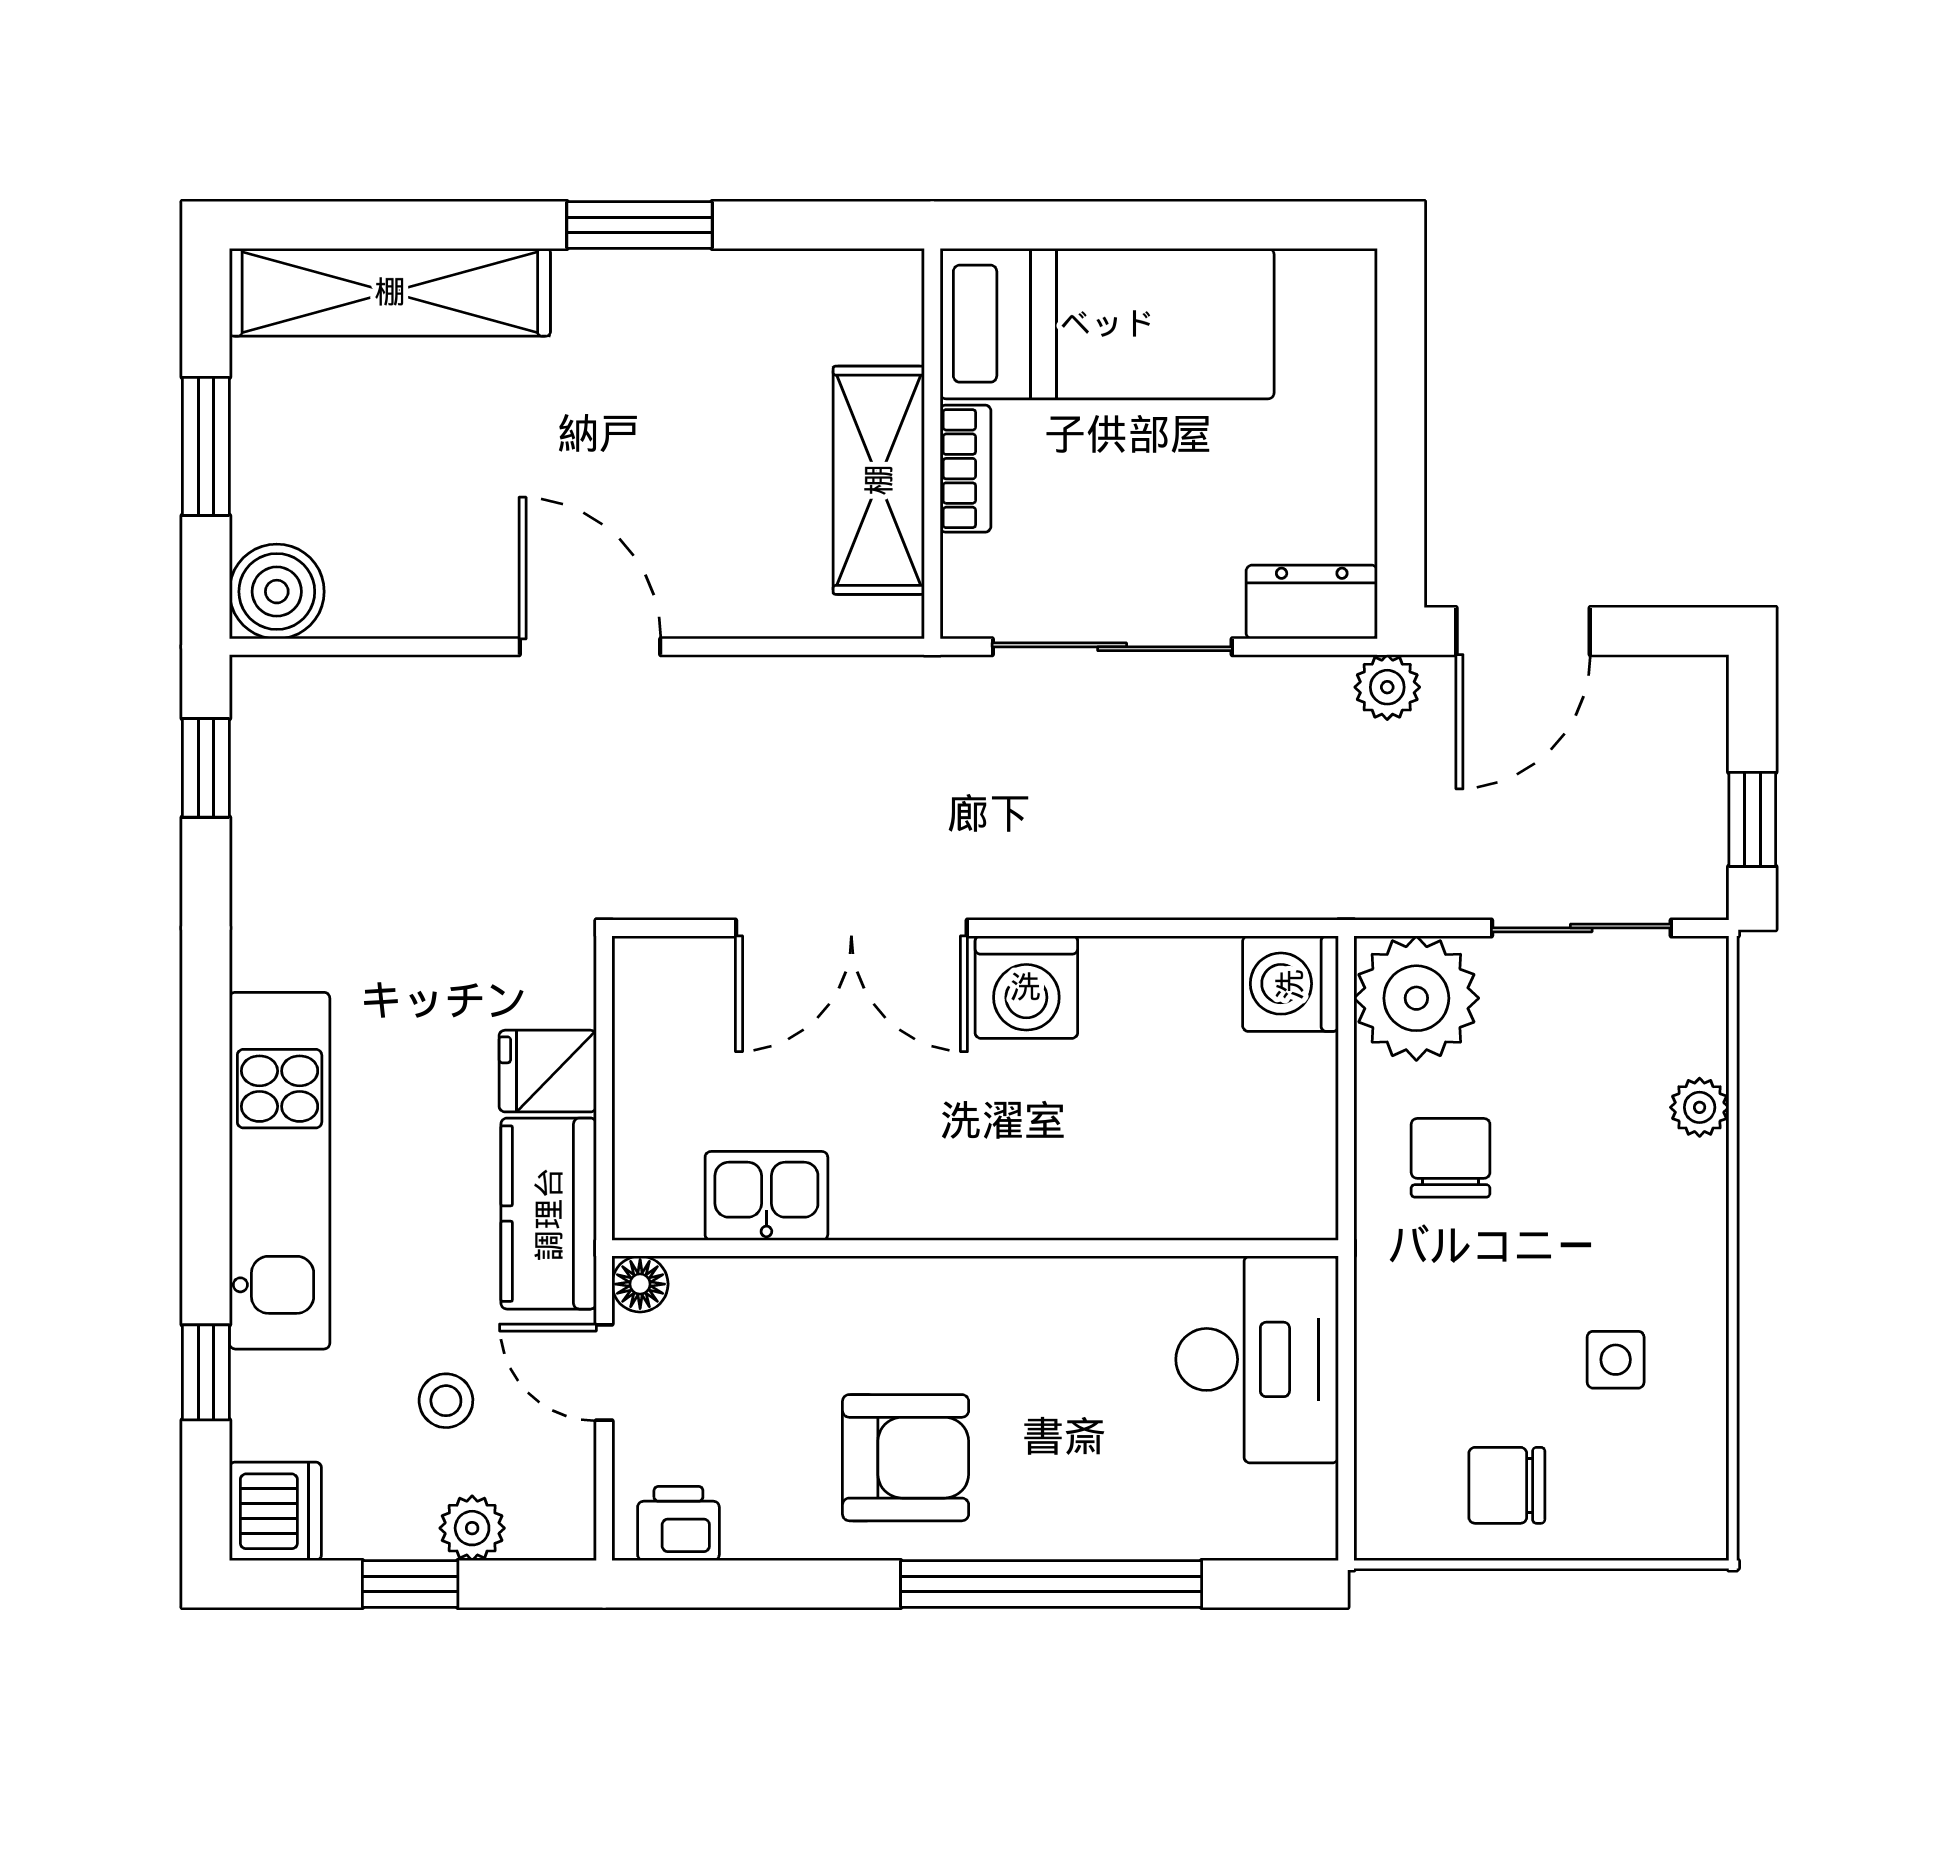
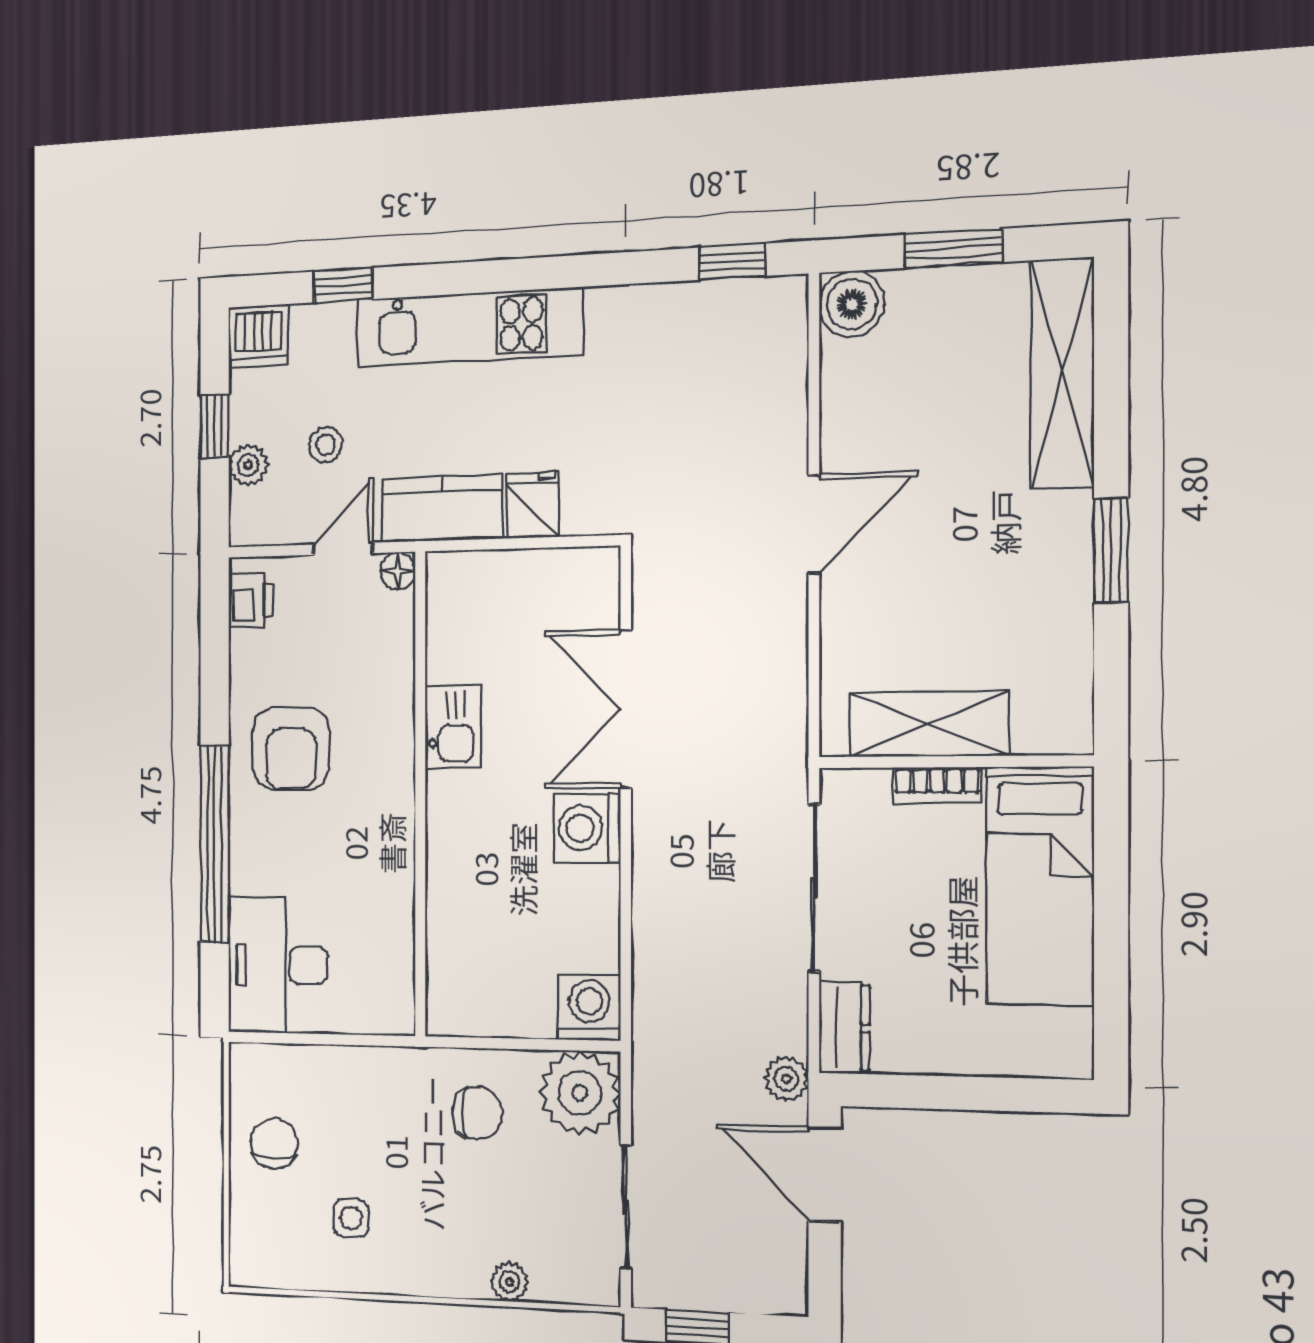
kitchen sink: (766, 1196) -> (453, 727), moved
desk: (1257, 1359) -> (278, 965), moved, turned 90

